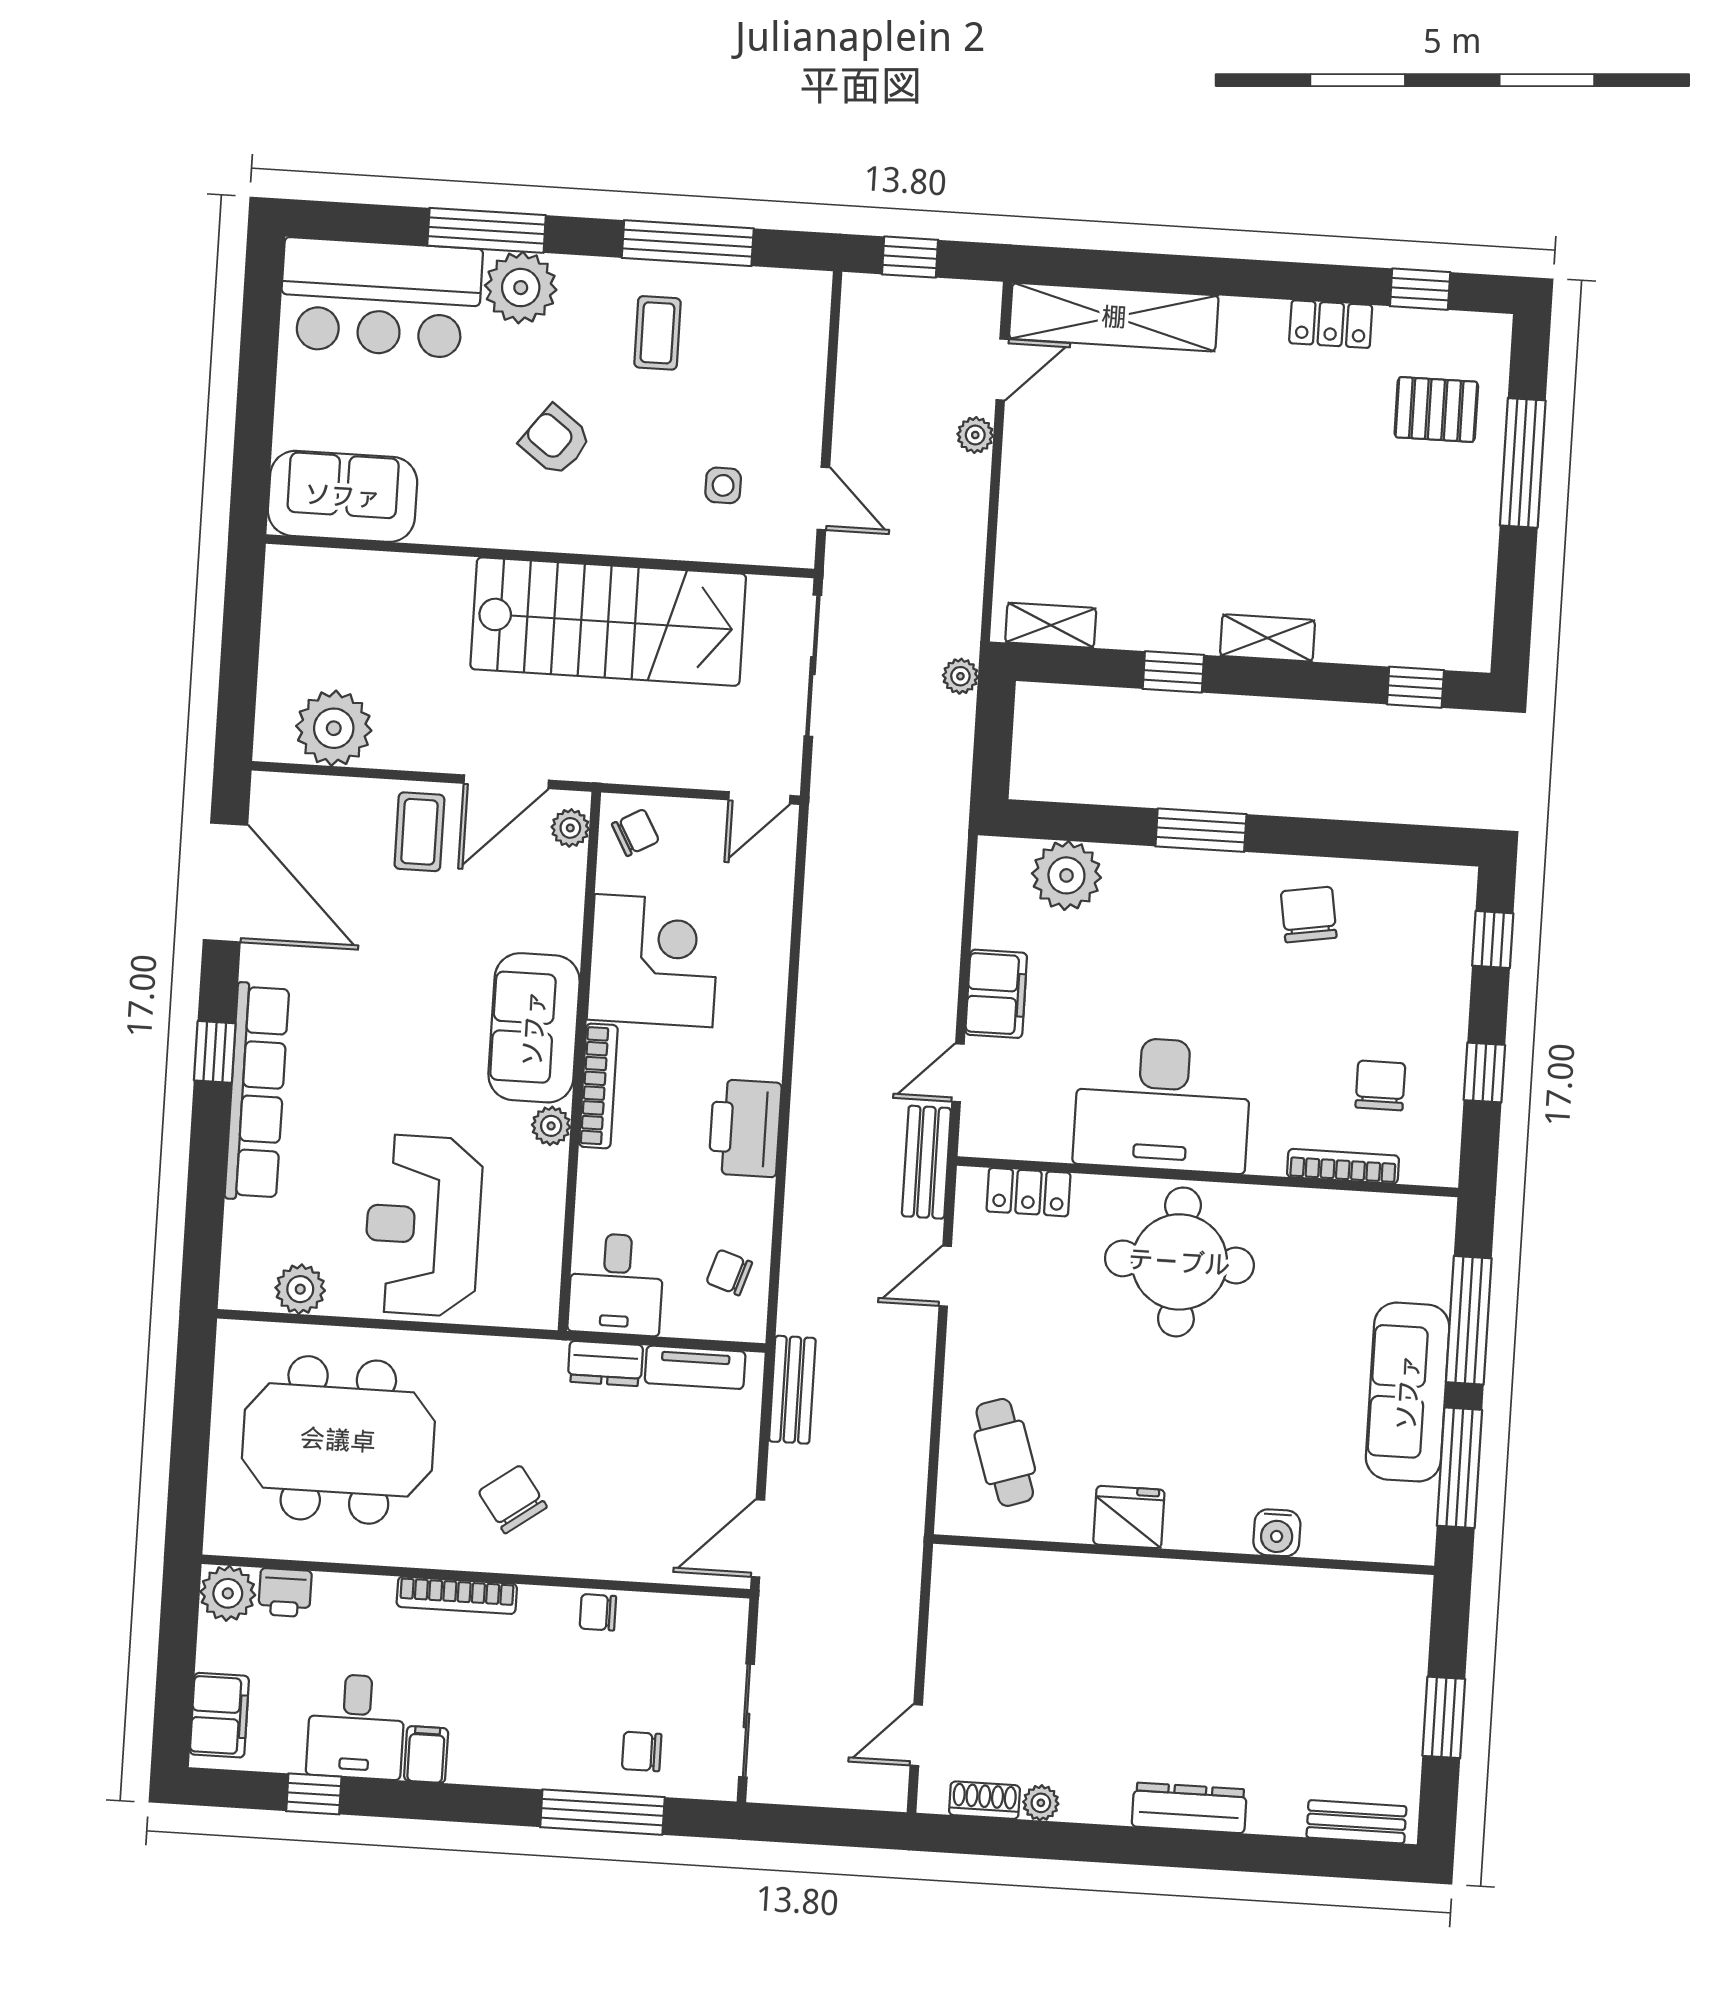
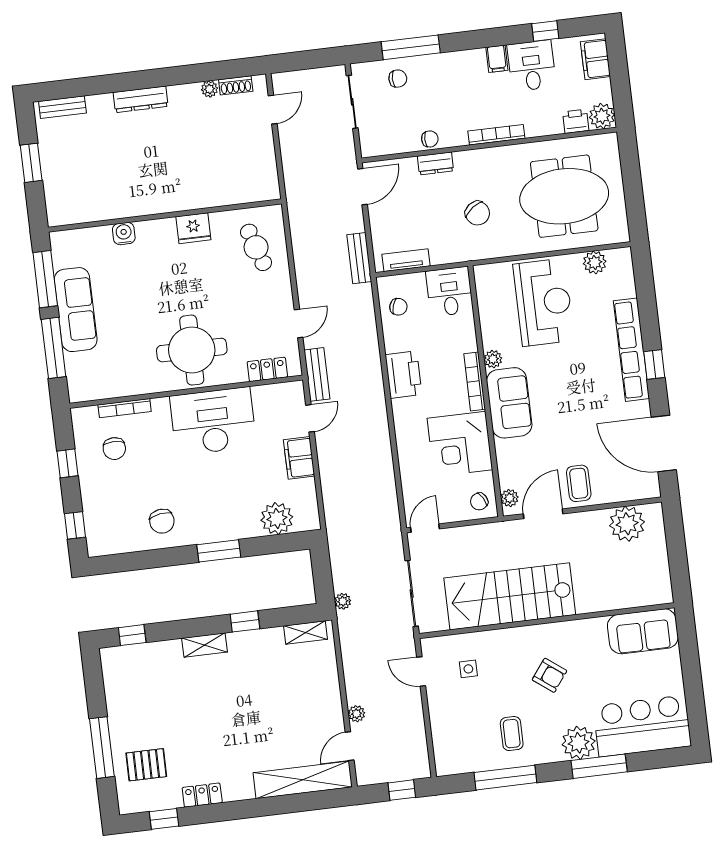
dresser: (605, 1363) -> (435, 163), moved, turned 180
chair: (513, 1499) -> (477, 213), moved

